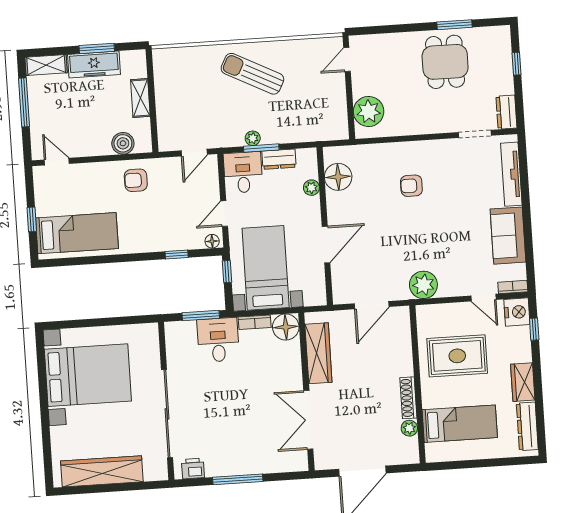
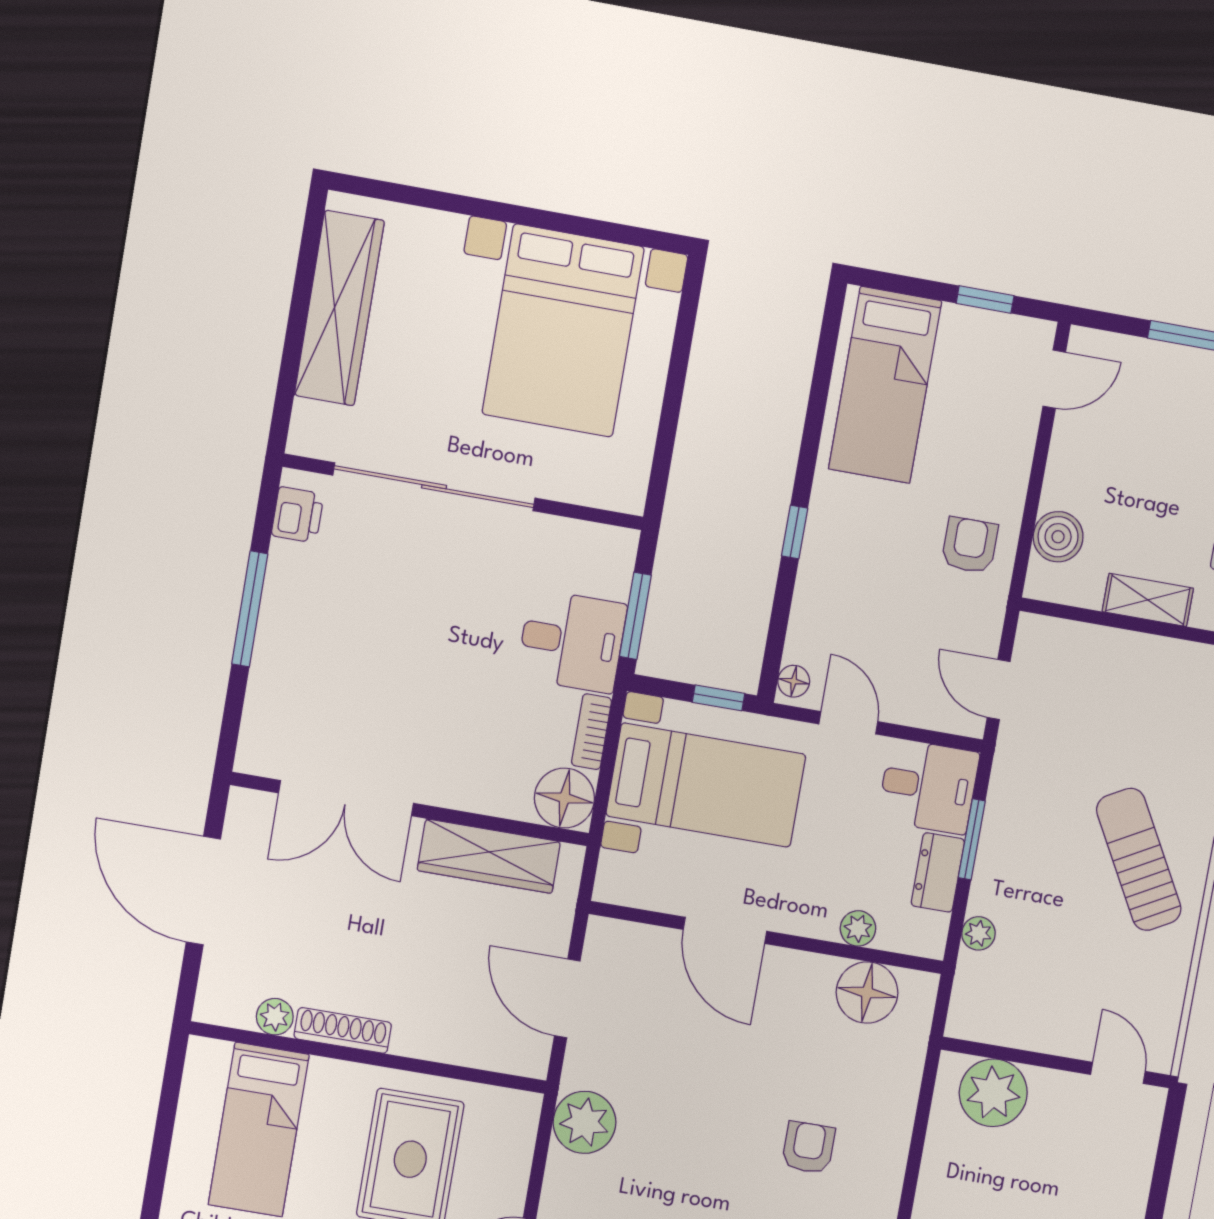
sun lounger: (252, 74) -> (1139, 859), turned -56
plant: (253, 138) -> (978, 933), moved
window: (32, 219) -> (985, 299), moved
window: (177, 254) -> (795, 532), moved
double door: (308, 420) -> (346, 798), swing flipped

